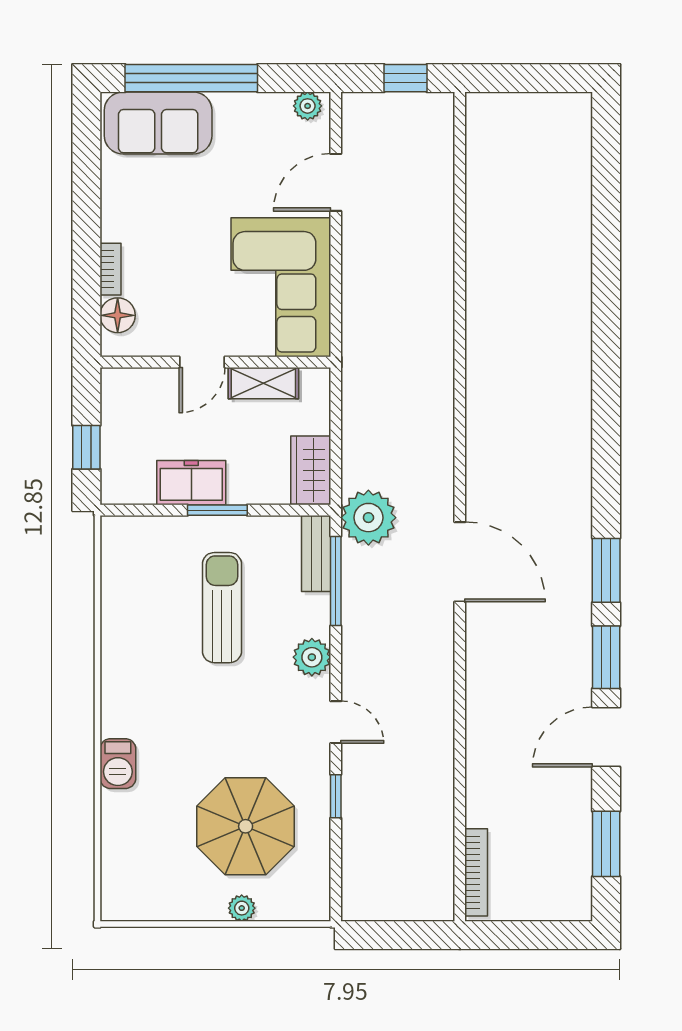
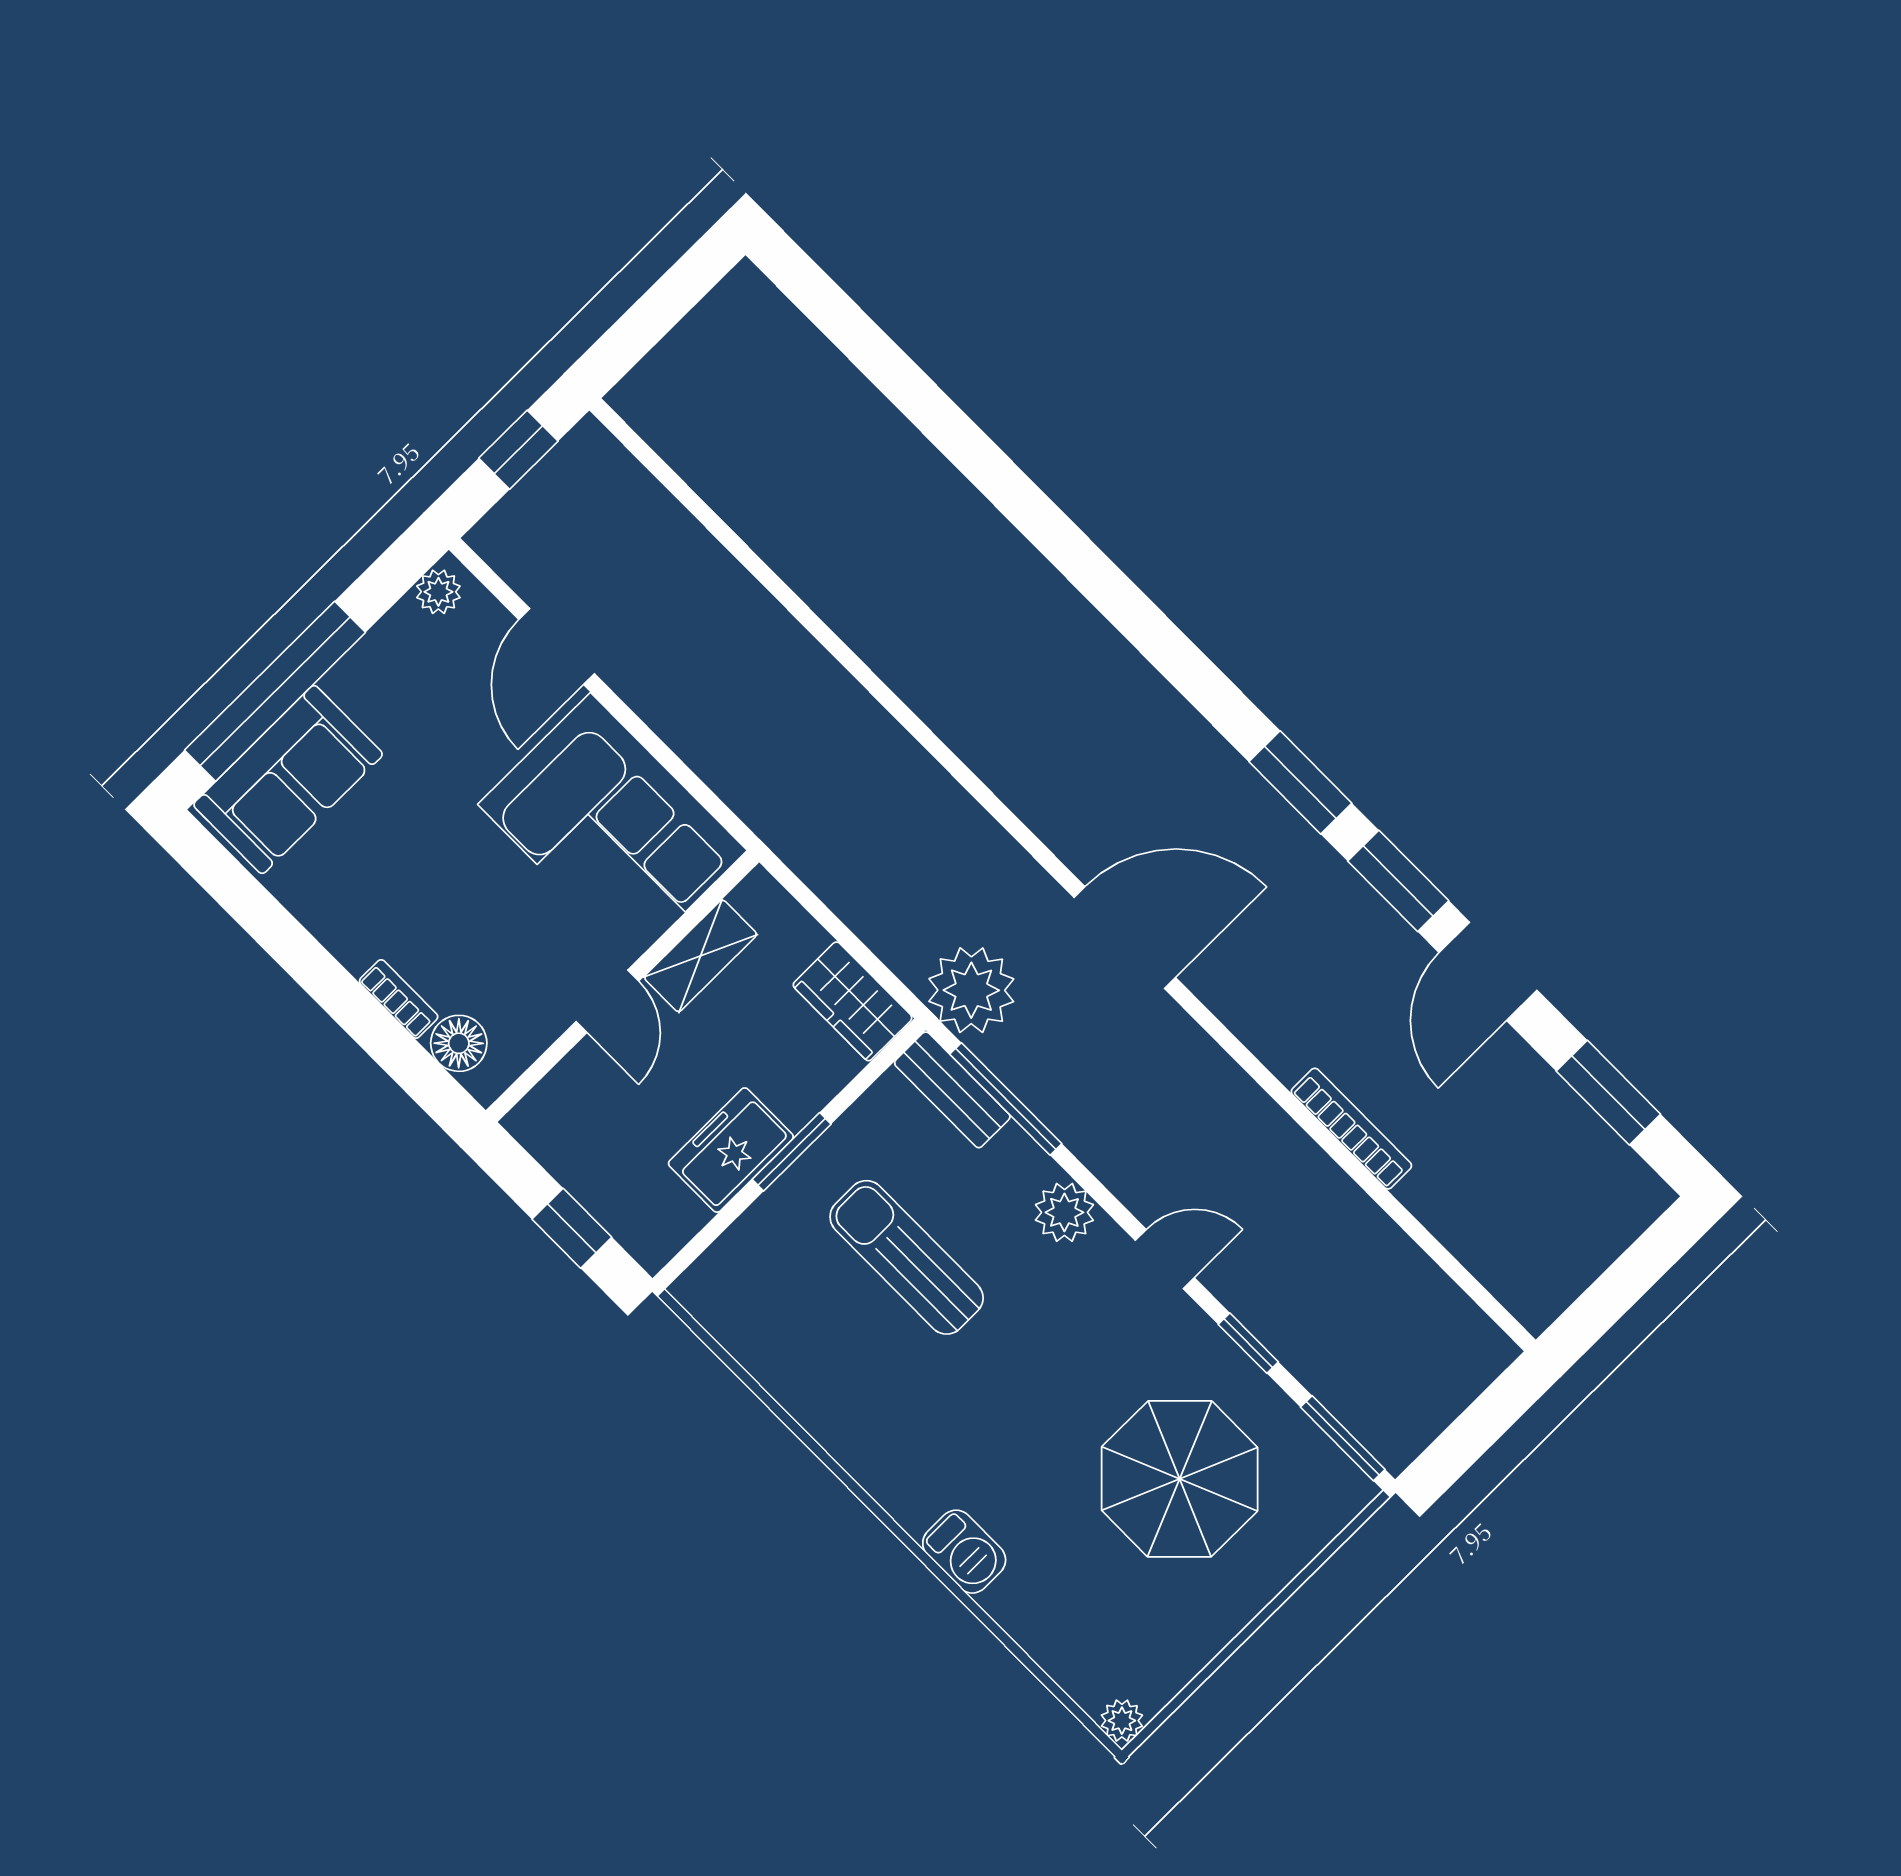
bookcase: (476, 872) -> (1351, 1129), moved
window: (336, 880) -> (1343, 1438), added
plant: (242, 908) -> (1122, 1721), moved

